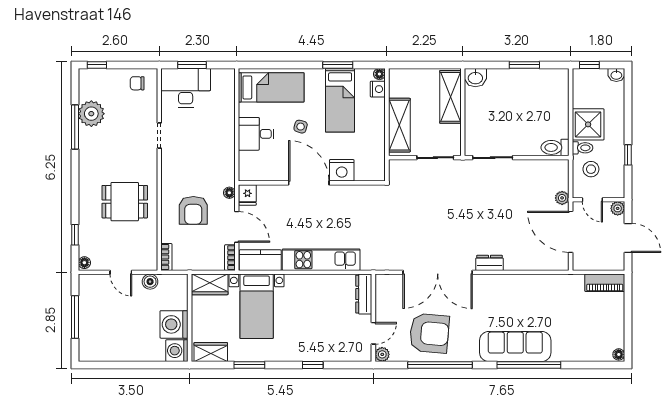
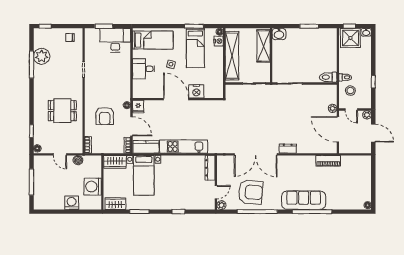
desk: (186, 88) -> (115, 40), moved
shower: (588, 124) -> (350, 38), moved
shelving: (399, 125) -> (232, 56), width x1.47
piano: (605, 283) -> (328, 161), moved
washing machine: (177, 351) -> (72, 203), moved, turned 90

